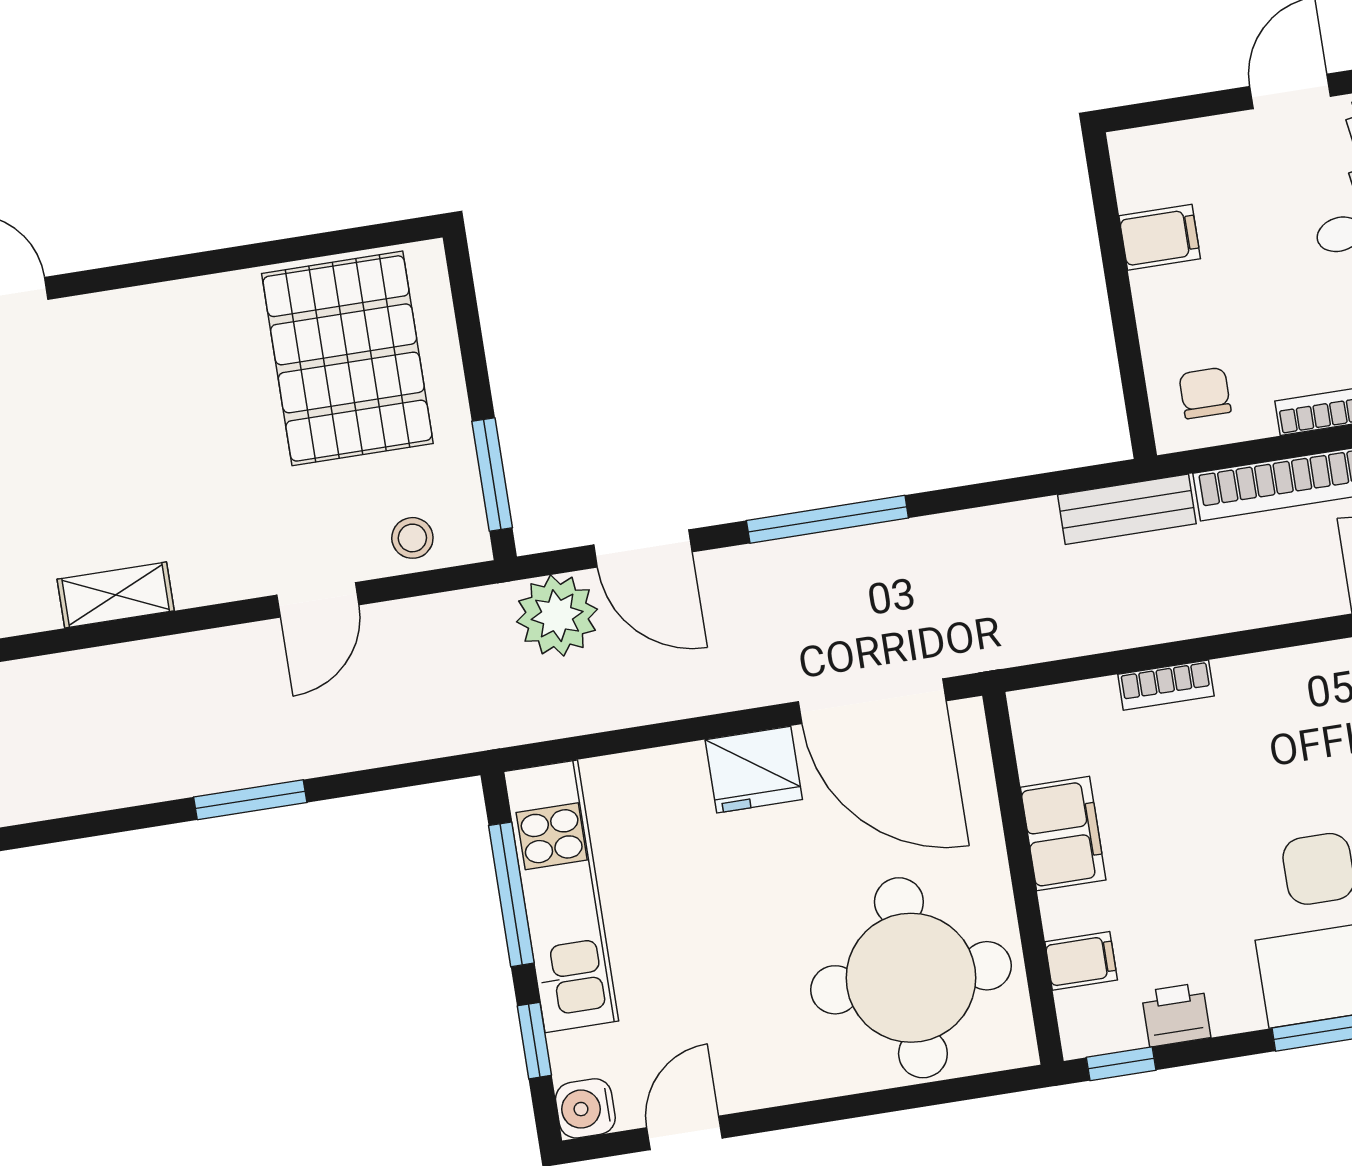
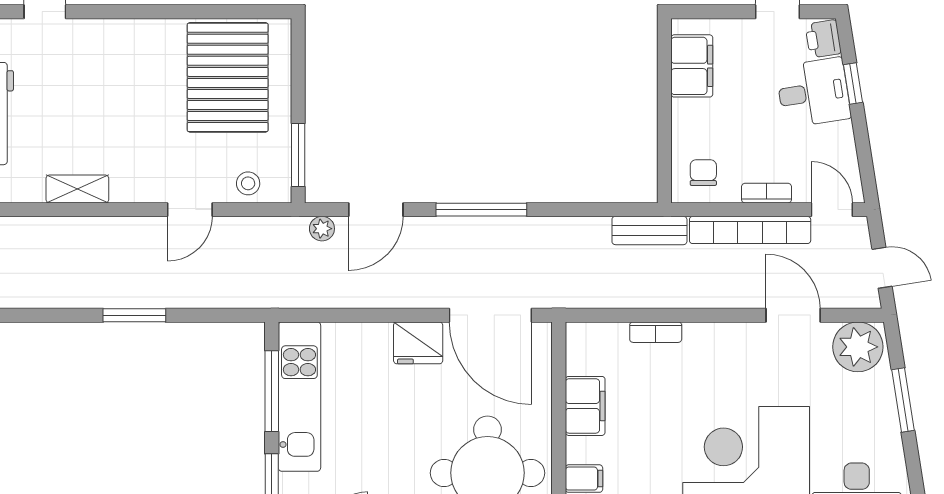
filing cabinet: (1160, 237) -> (692, 66), width x2.00
door: (643, 548) -> (376, 210), hinge flipped
plant: (557, 616) -> (322, 229), width x0.53, depth x0.53

